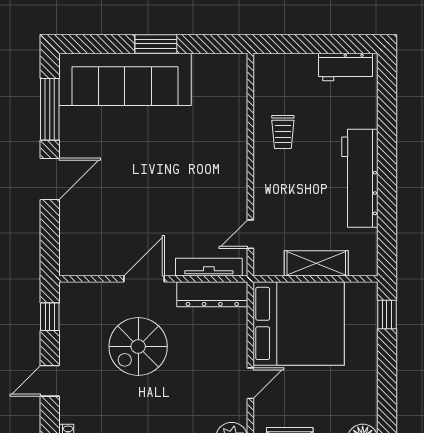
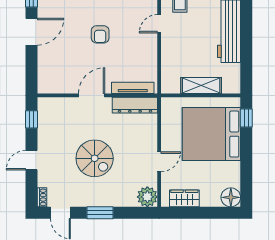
armchair: (157, 183) -> (100, 34), added
door: (250, 234) -> (159, 24), moved
bed: (299, 323) -> (211, 134), moved, turned 180
spiral stairs: (138, 347) -> (95, 158), moved, turned -90

